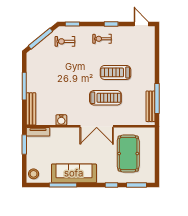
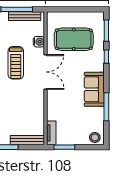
treadmill: (105, 98) -> (16, 63), turned 180
water cooler: (61, 120) -> (39, 42), moved
sofa: (74, 173) -> (94, 89), width x0.73

